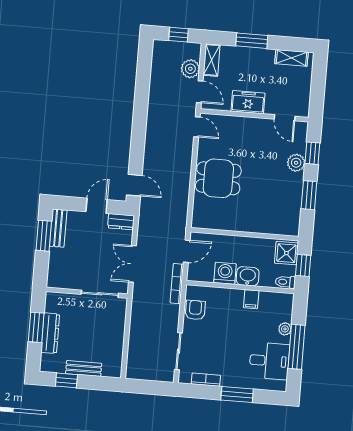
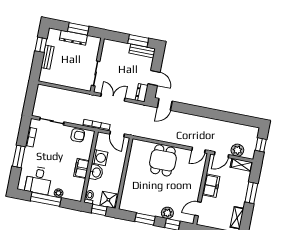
filing cabinet: (251, 299) -> (82, 168), width x2.00

